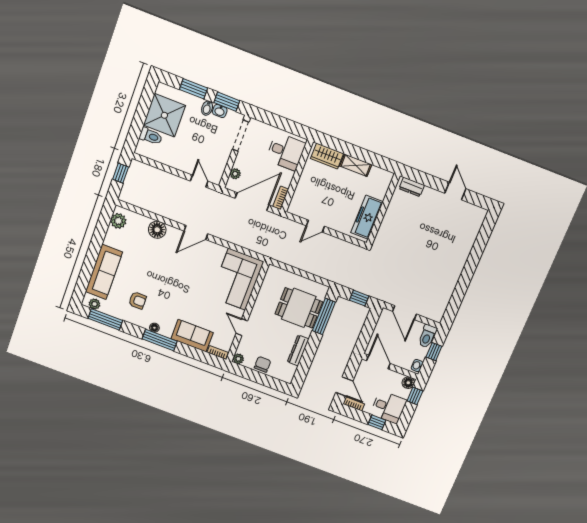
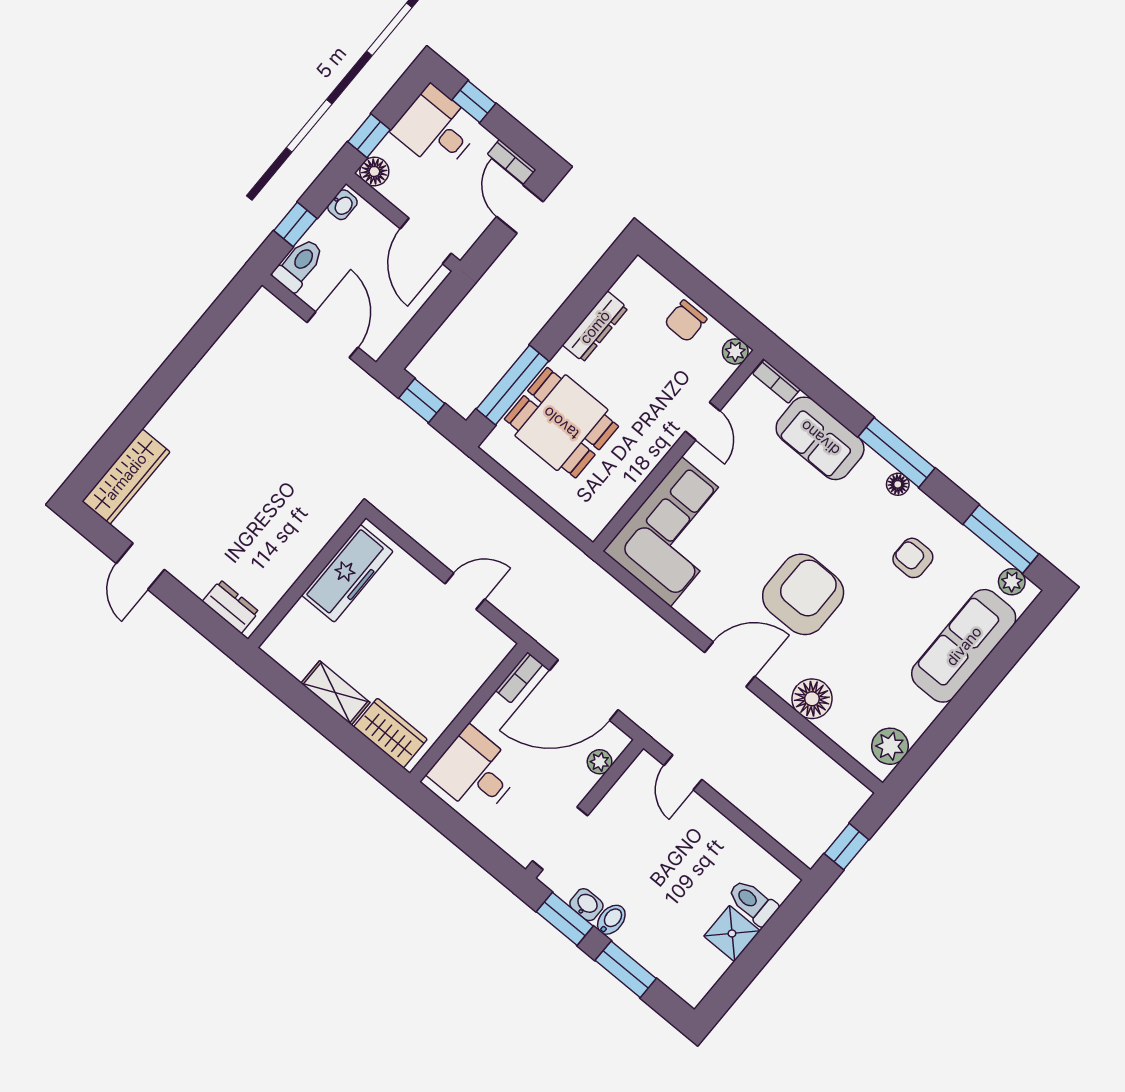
shower: (164, 115) -> (732, 933), width x0.54, depth x0.54
wardrobe: (473, 227) -> (126, 477), added
armchair: (176, 271) -> (803, 594), added

